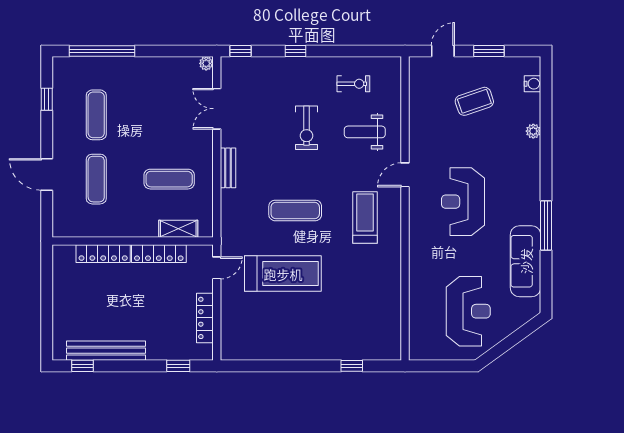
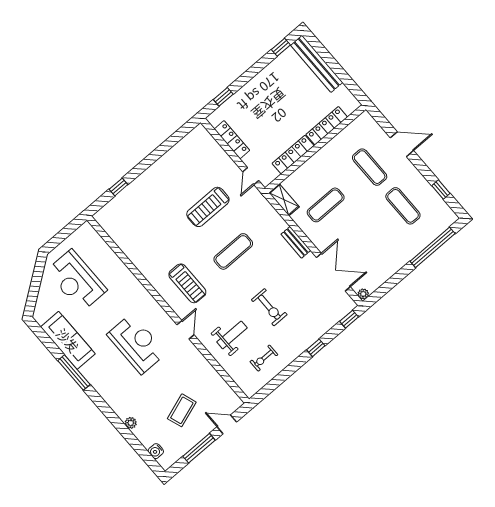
door: (443, 51) -> (227, 424), swing flipped
window: (489, 51) -> (199, 448), width x1.44
double door: (217, 109) -> (333, 272), width x1.37
exercise bike: (307, 128) -> (269, 307), turned 180
shelving: (178, 229) -> (284, 200), moved, turned 90
treadmill: (283, 274) -> (208, 207), width x0.73, depth x0.73
bench: (106, 351) -> (317, 64), moved, turned 90

